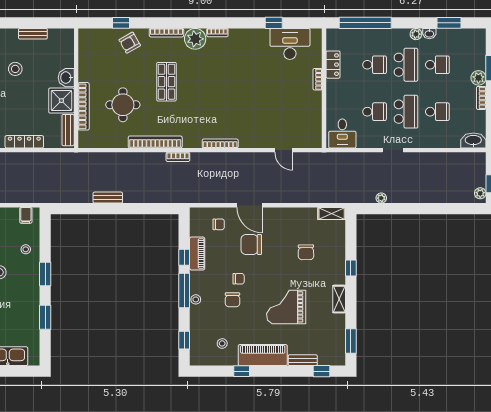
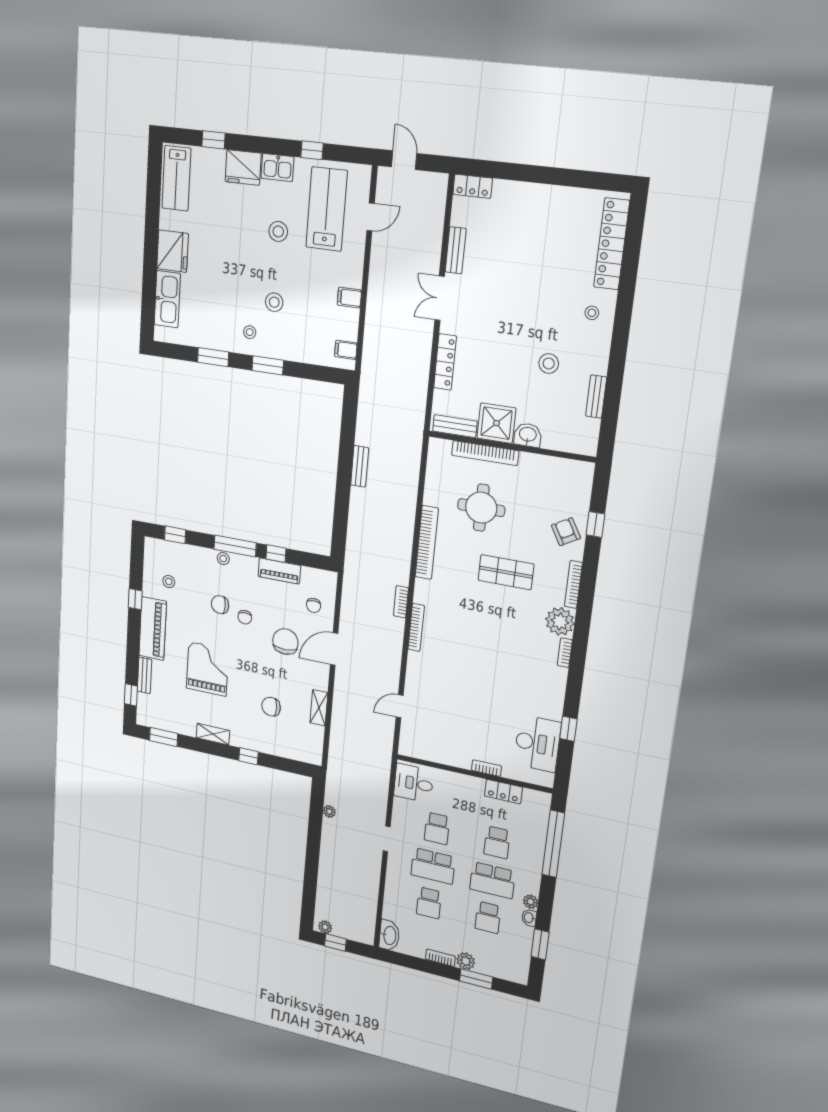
bookcase: (178, 157) -> (401, 602), moved
shelving: (332, 214) -> (319, 708), moved
stool: (26, 249) -> (250, 332), moved

